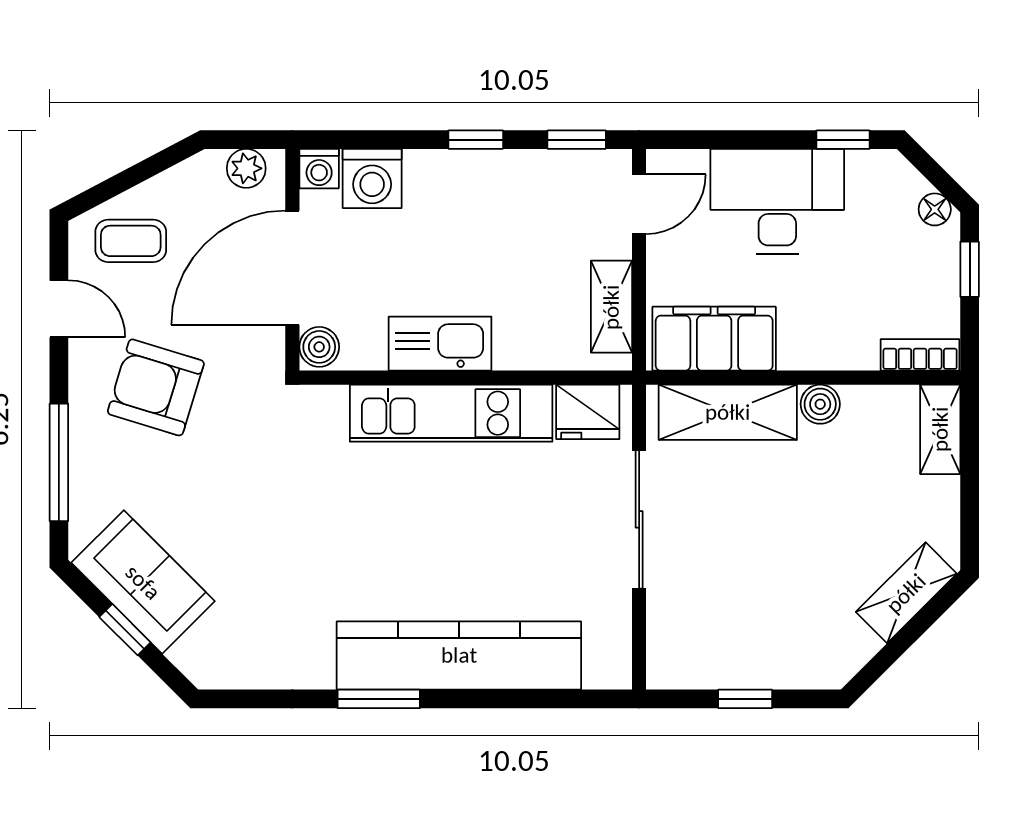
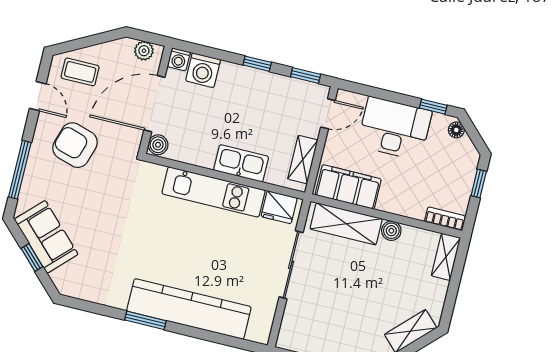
floor lamp: (935, 209) -> (456, 130), moved
kitchen sink: (440, 344) -> (241, 163), moved

